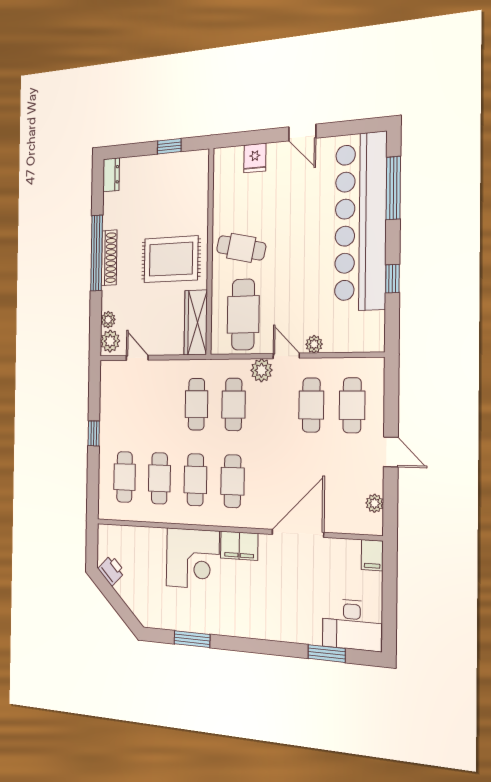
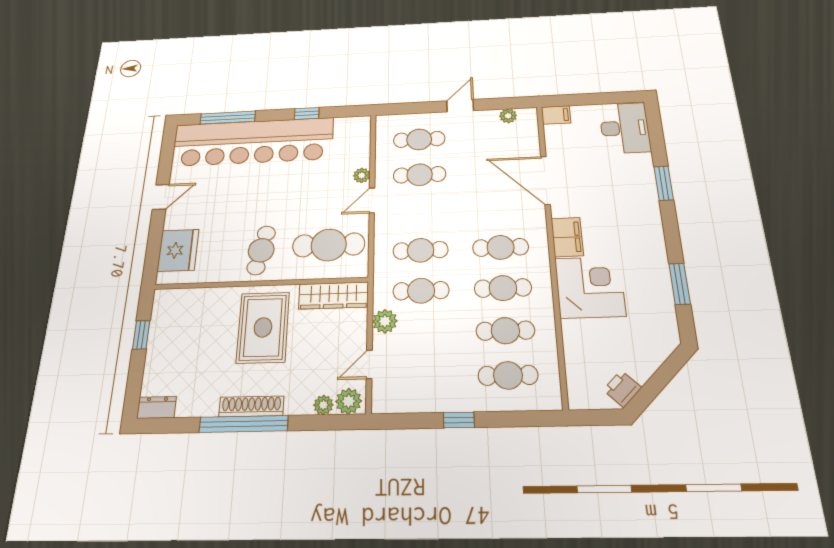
fridge: (255, 158) -> (178, 250), width x1.88, depth x1.34
plant: (262, 370) -> (385, 321), moved
window: (327, 654) -> (664, 183), moved

